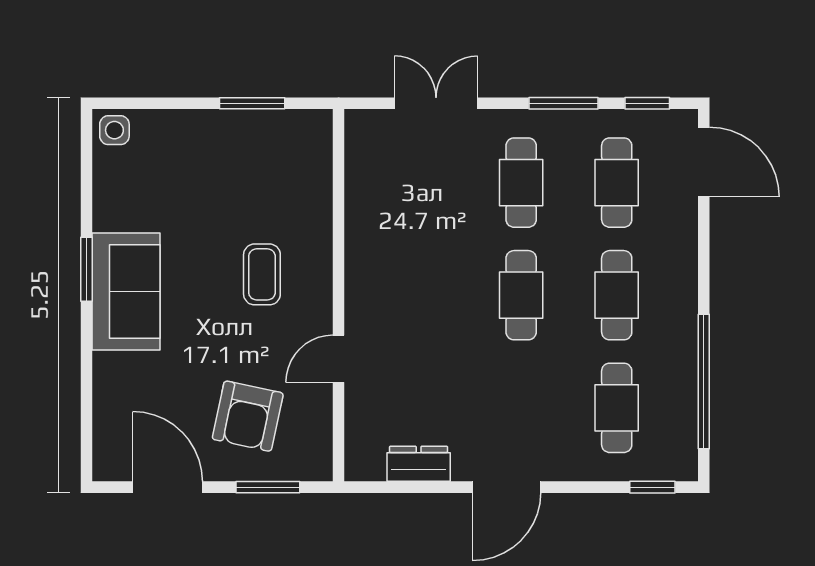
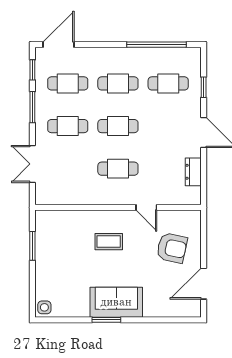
cafe table: (426, 295) -> (118, 169), added
window: (268, 487) -> (204, 239), removed
window: (652, 487) -> (204, 87), moved

